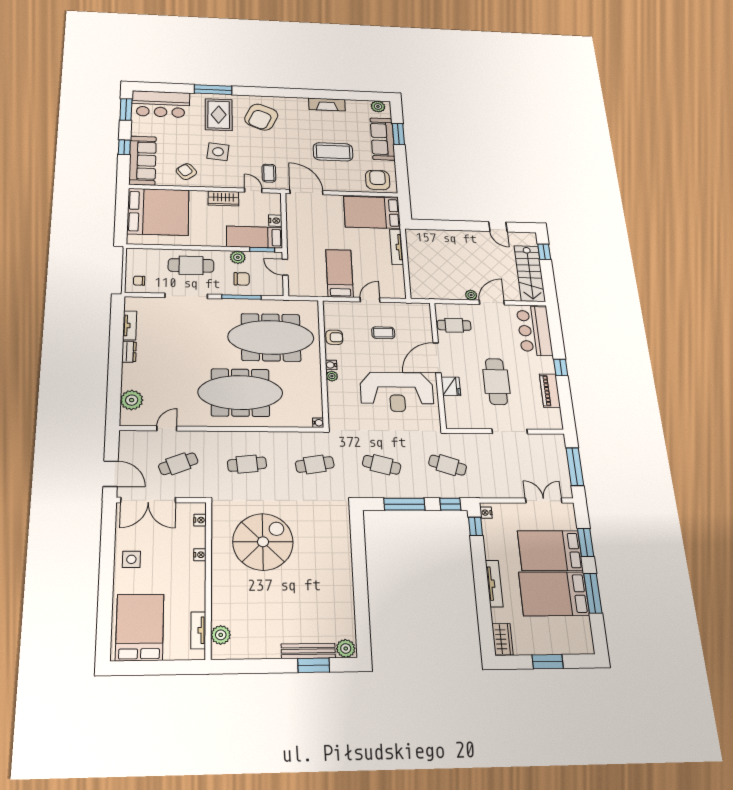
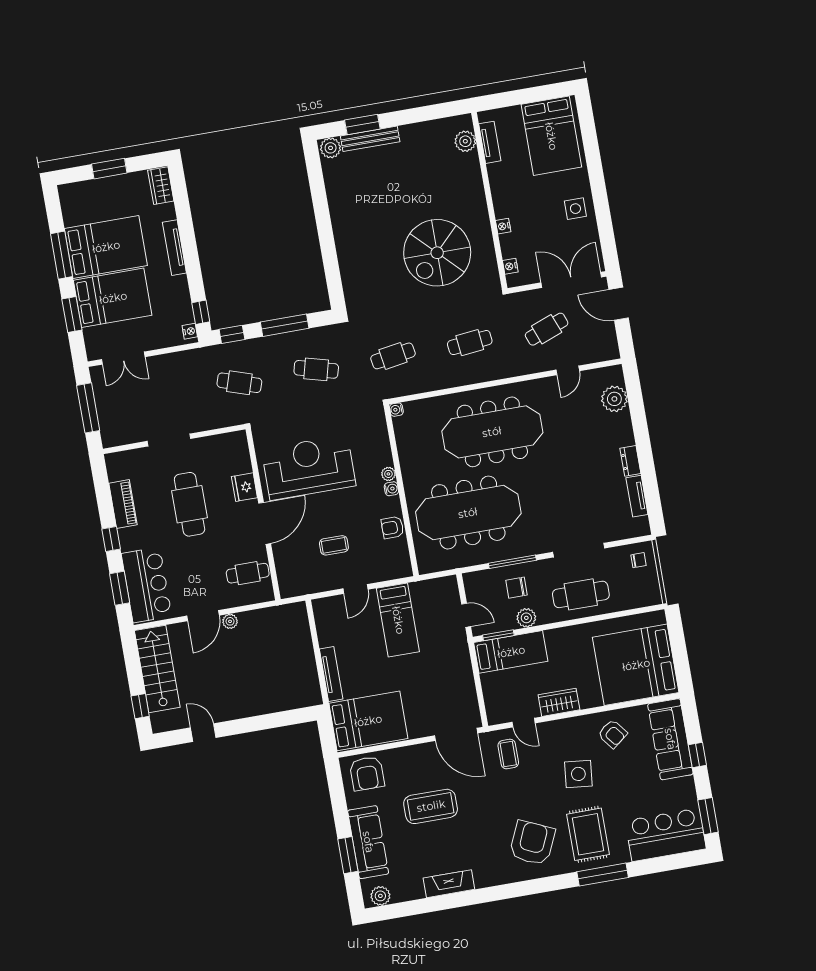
nightstand: (275, 221) -> (489, 682), removed
window: (556, 332) -> (120, 588), added

